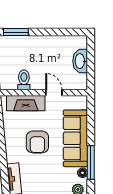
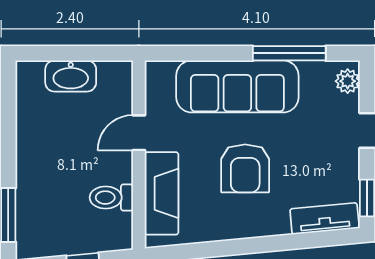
armchair: (37, 142) -> (245, 168), turned 90
floor lamp: (83, 173) -> (312, 71), removed

